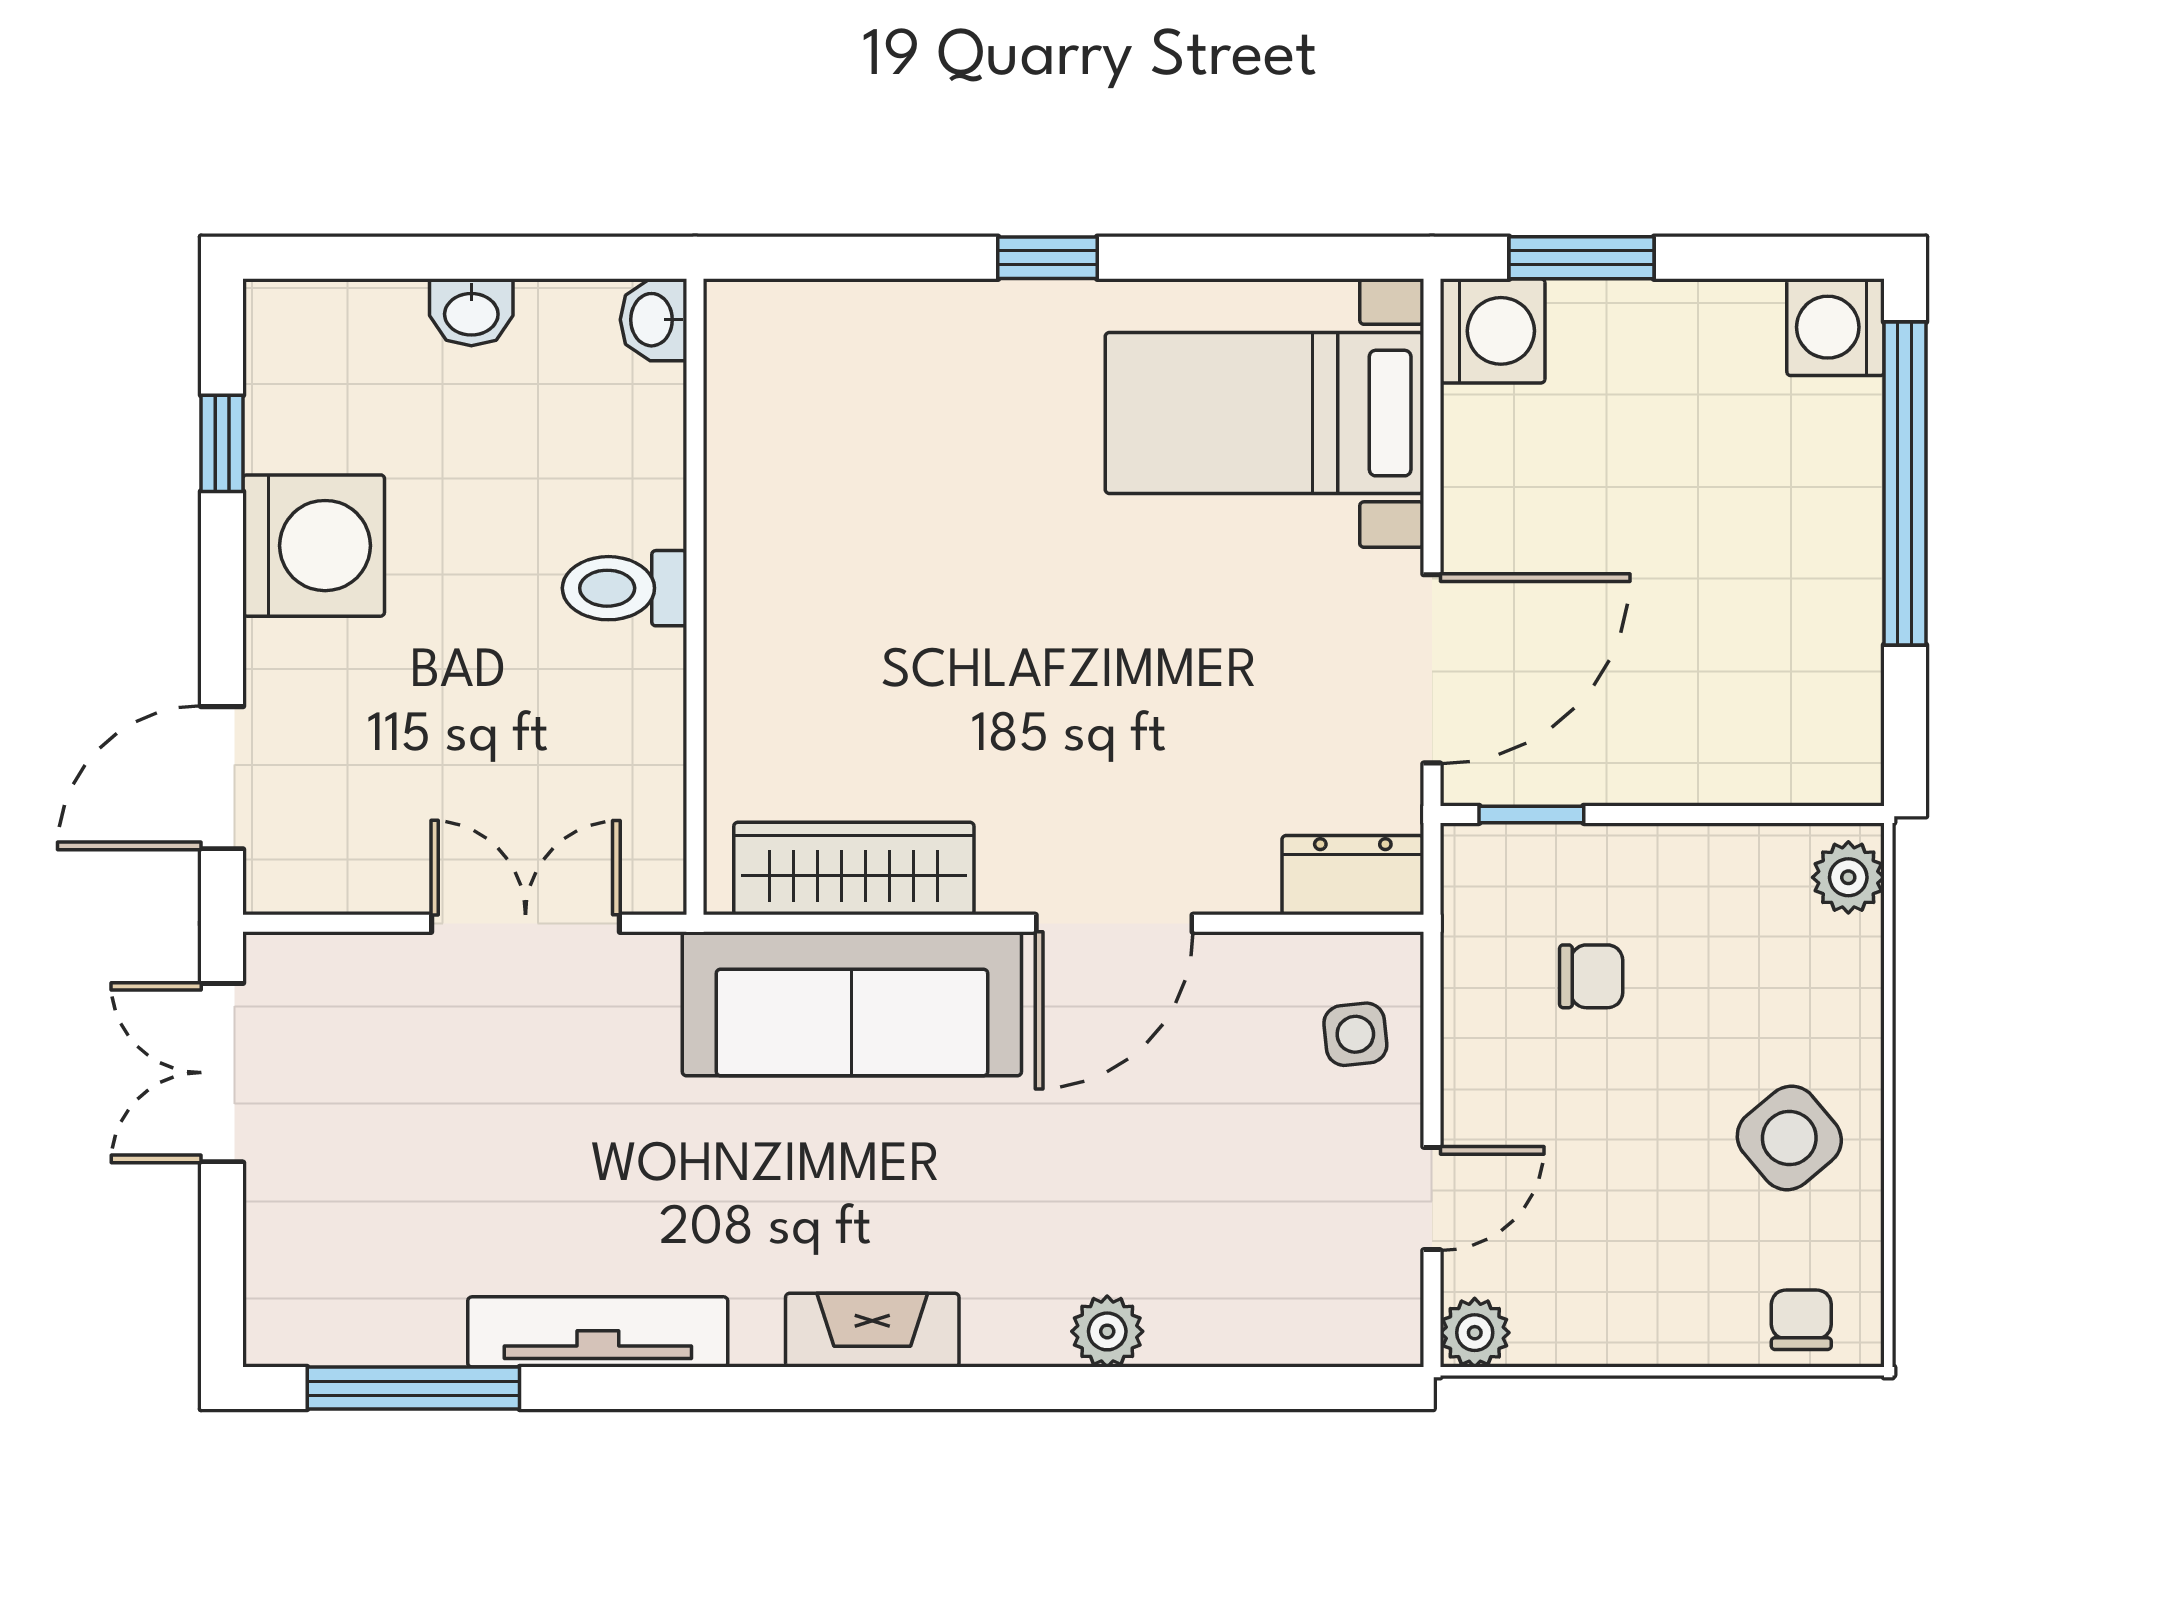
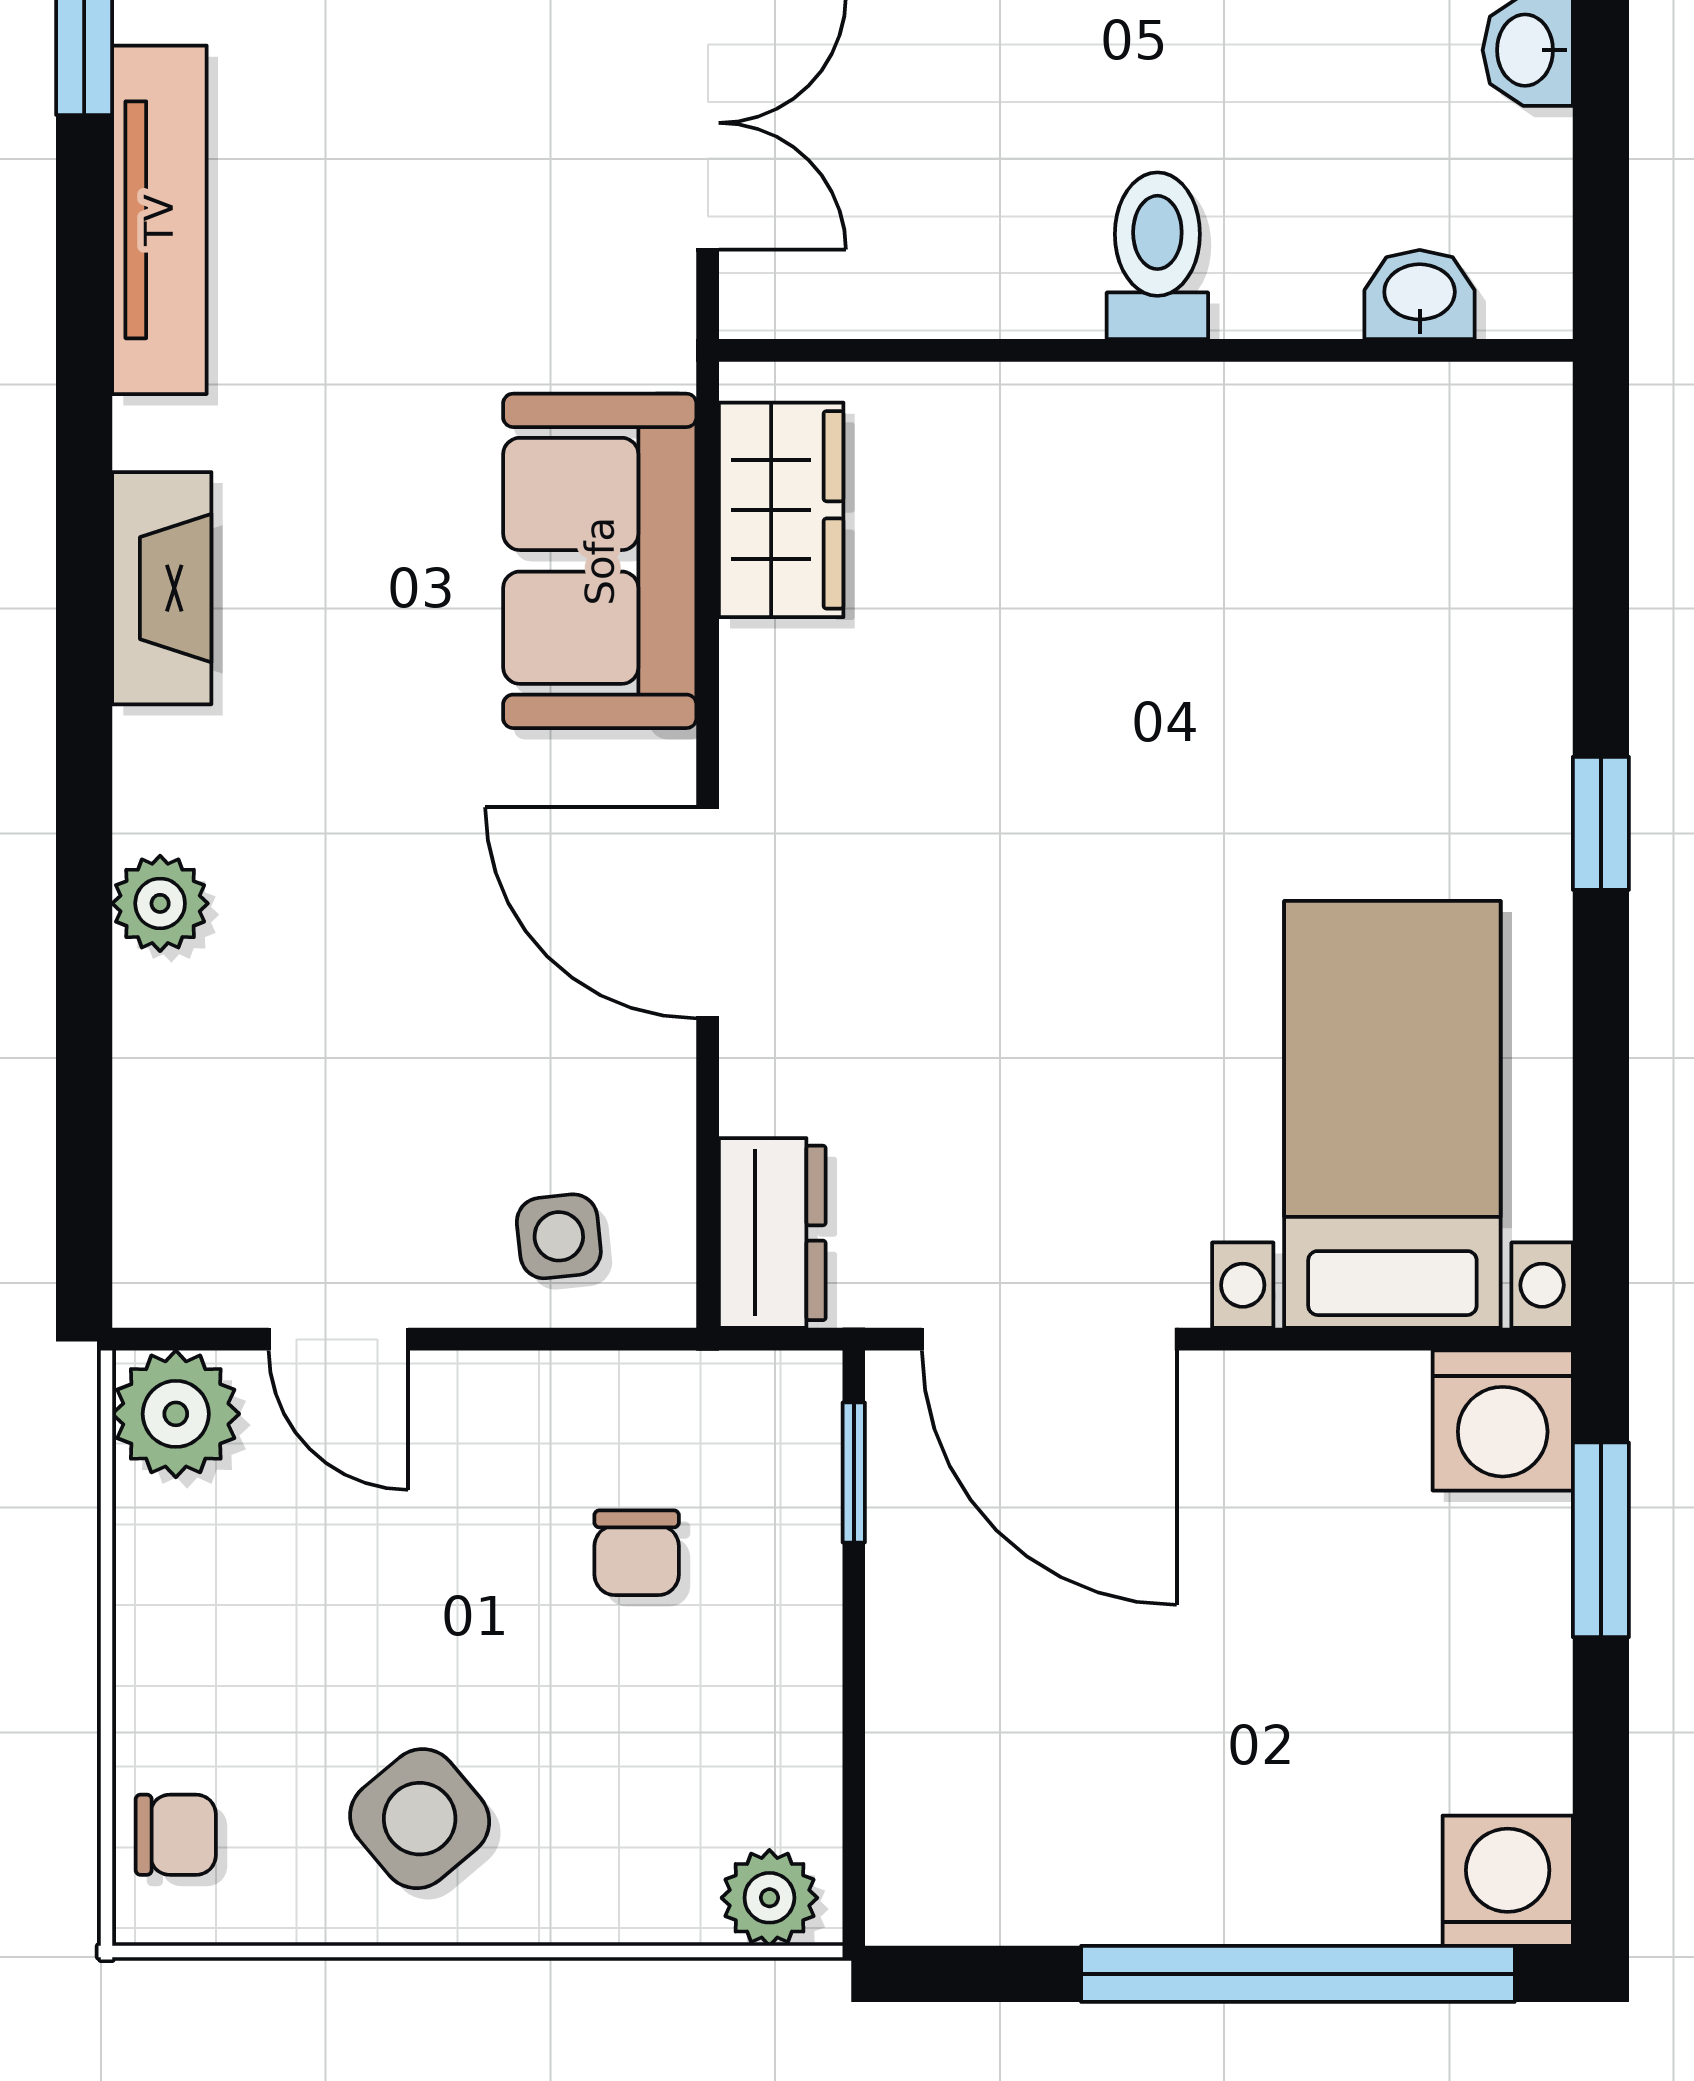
washbasin: (653, 320) -> (1420, 295), moved
wardrobe: (854, 869) -> (781, 510), width x0.67
sofa: (852, 1004) -> (600, 561), width x0.73
plant: (1475, 1333) -> (176, 1414), width x1.38, depth x1.38

